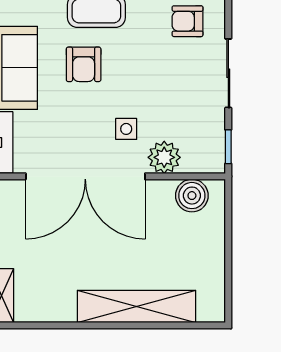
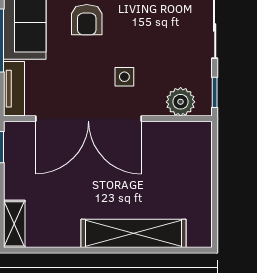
plant: (164, 157) -> (181, 102), moved
boiler: (192, 196) -> (182, 136), removed

